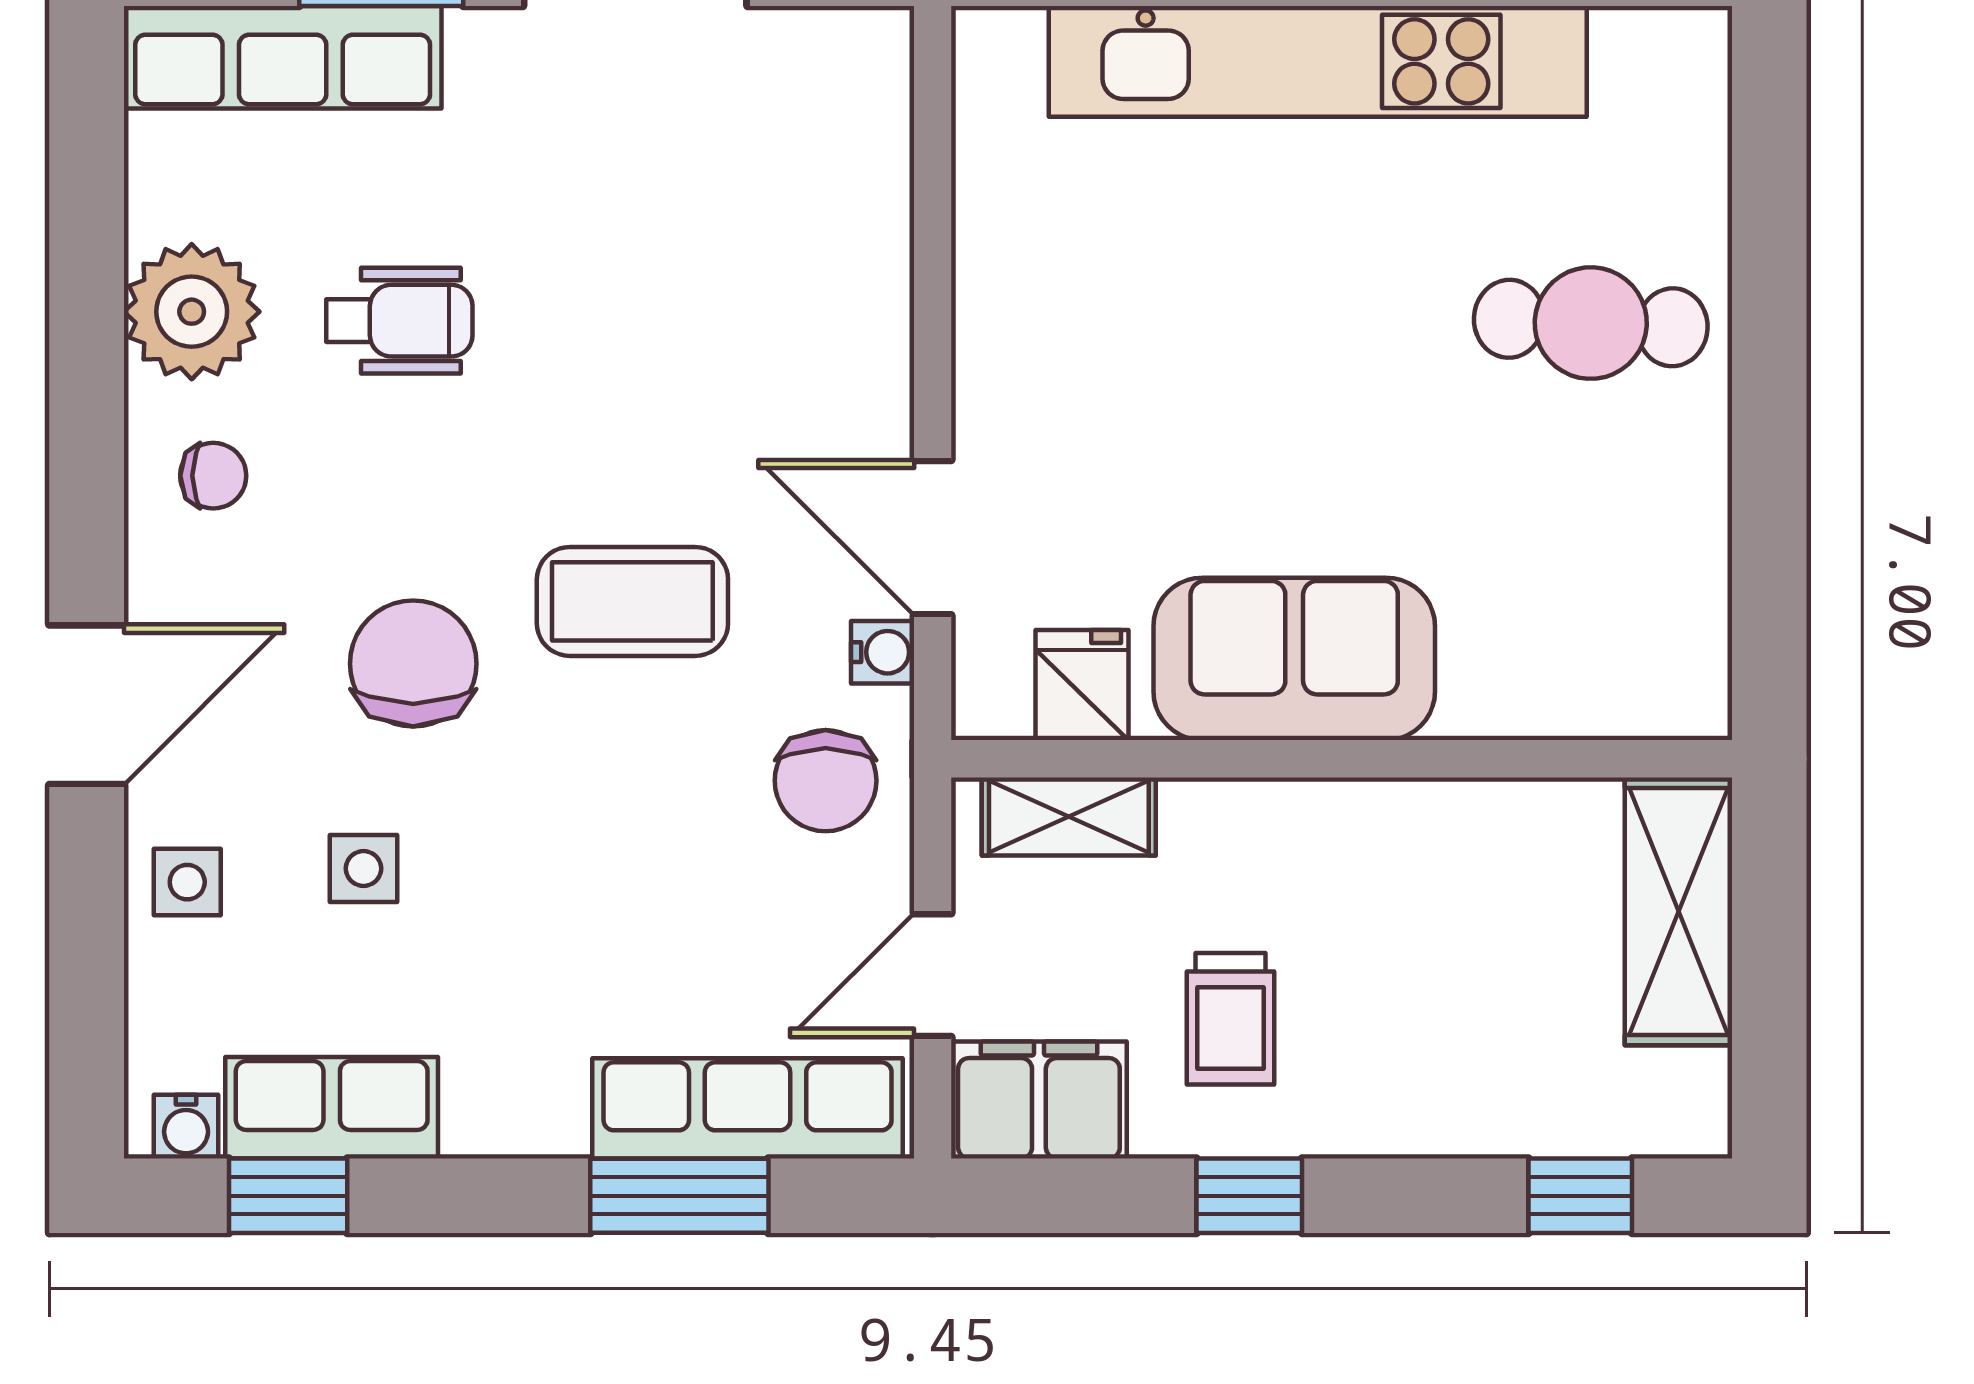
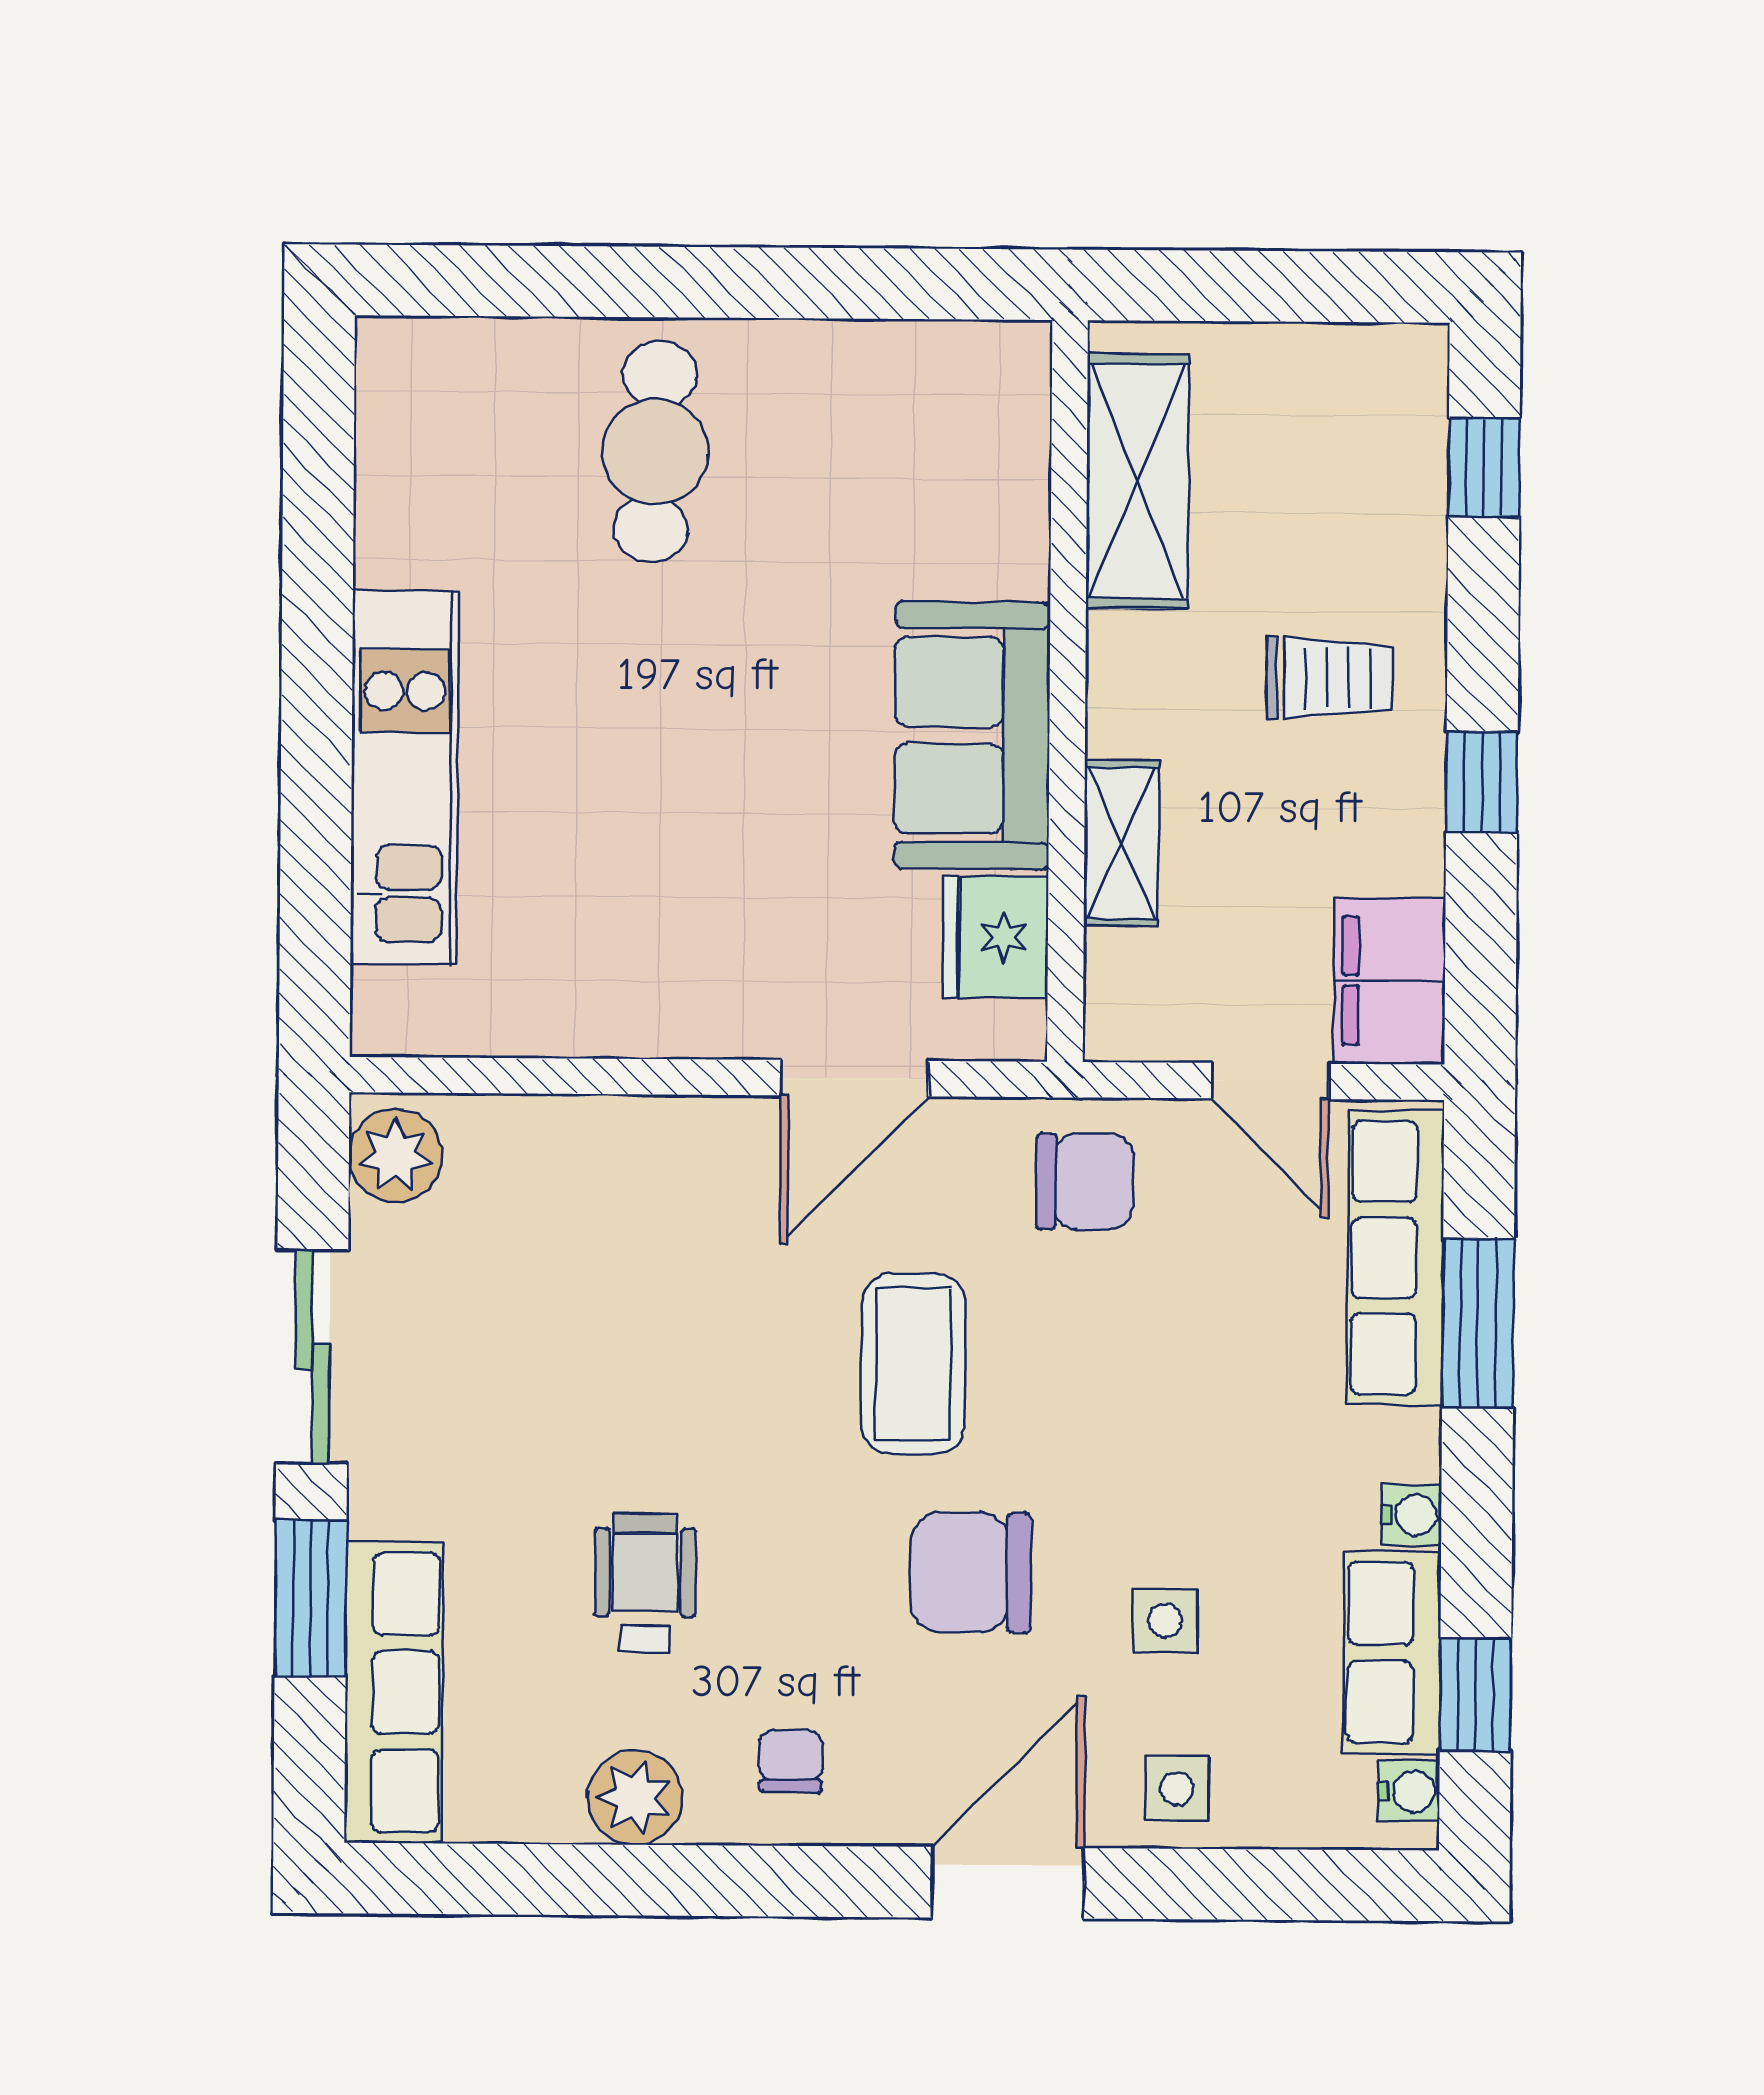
plant: (848, 55) -> (396, 1156), added
kitchen unit: (1318, 61) -> (404, 777), width x0.73
plant: (192, 312) -> (635, 1798), width x0.73, depth x0.73
water cooler: (883, 652) -> (1412, 1515), moved, turned 90
fridge: (1082, 685) -> (996, 937), width x1.38
door: (87, 705) -> (1008, 1883), hinge flipped
shelving: (1069, 816) -> (1121, 843), moved
shelving: (1678, 911) -> (1138, 481), moved, turned 90
trolley: (1231, 1019) -> (1330, 678), moved

